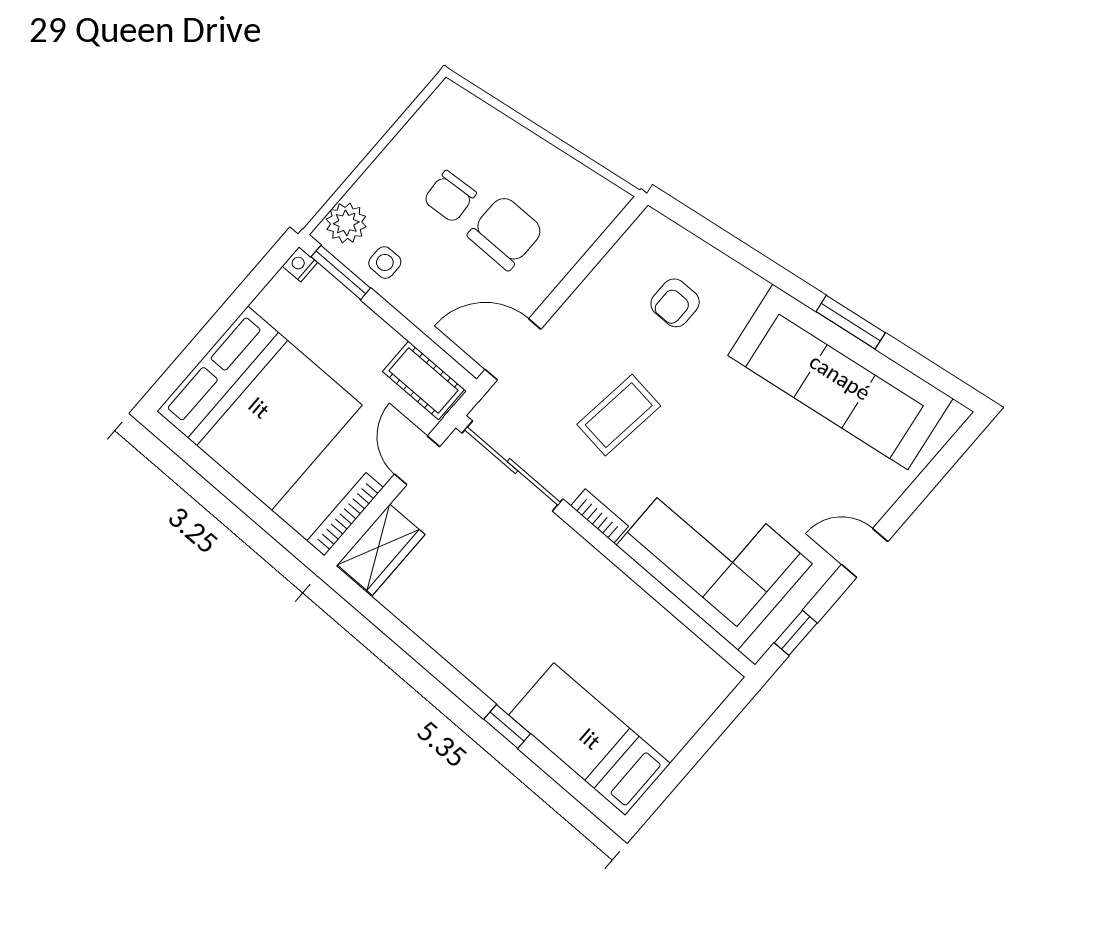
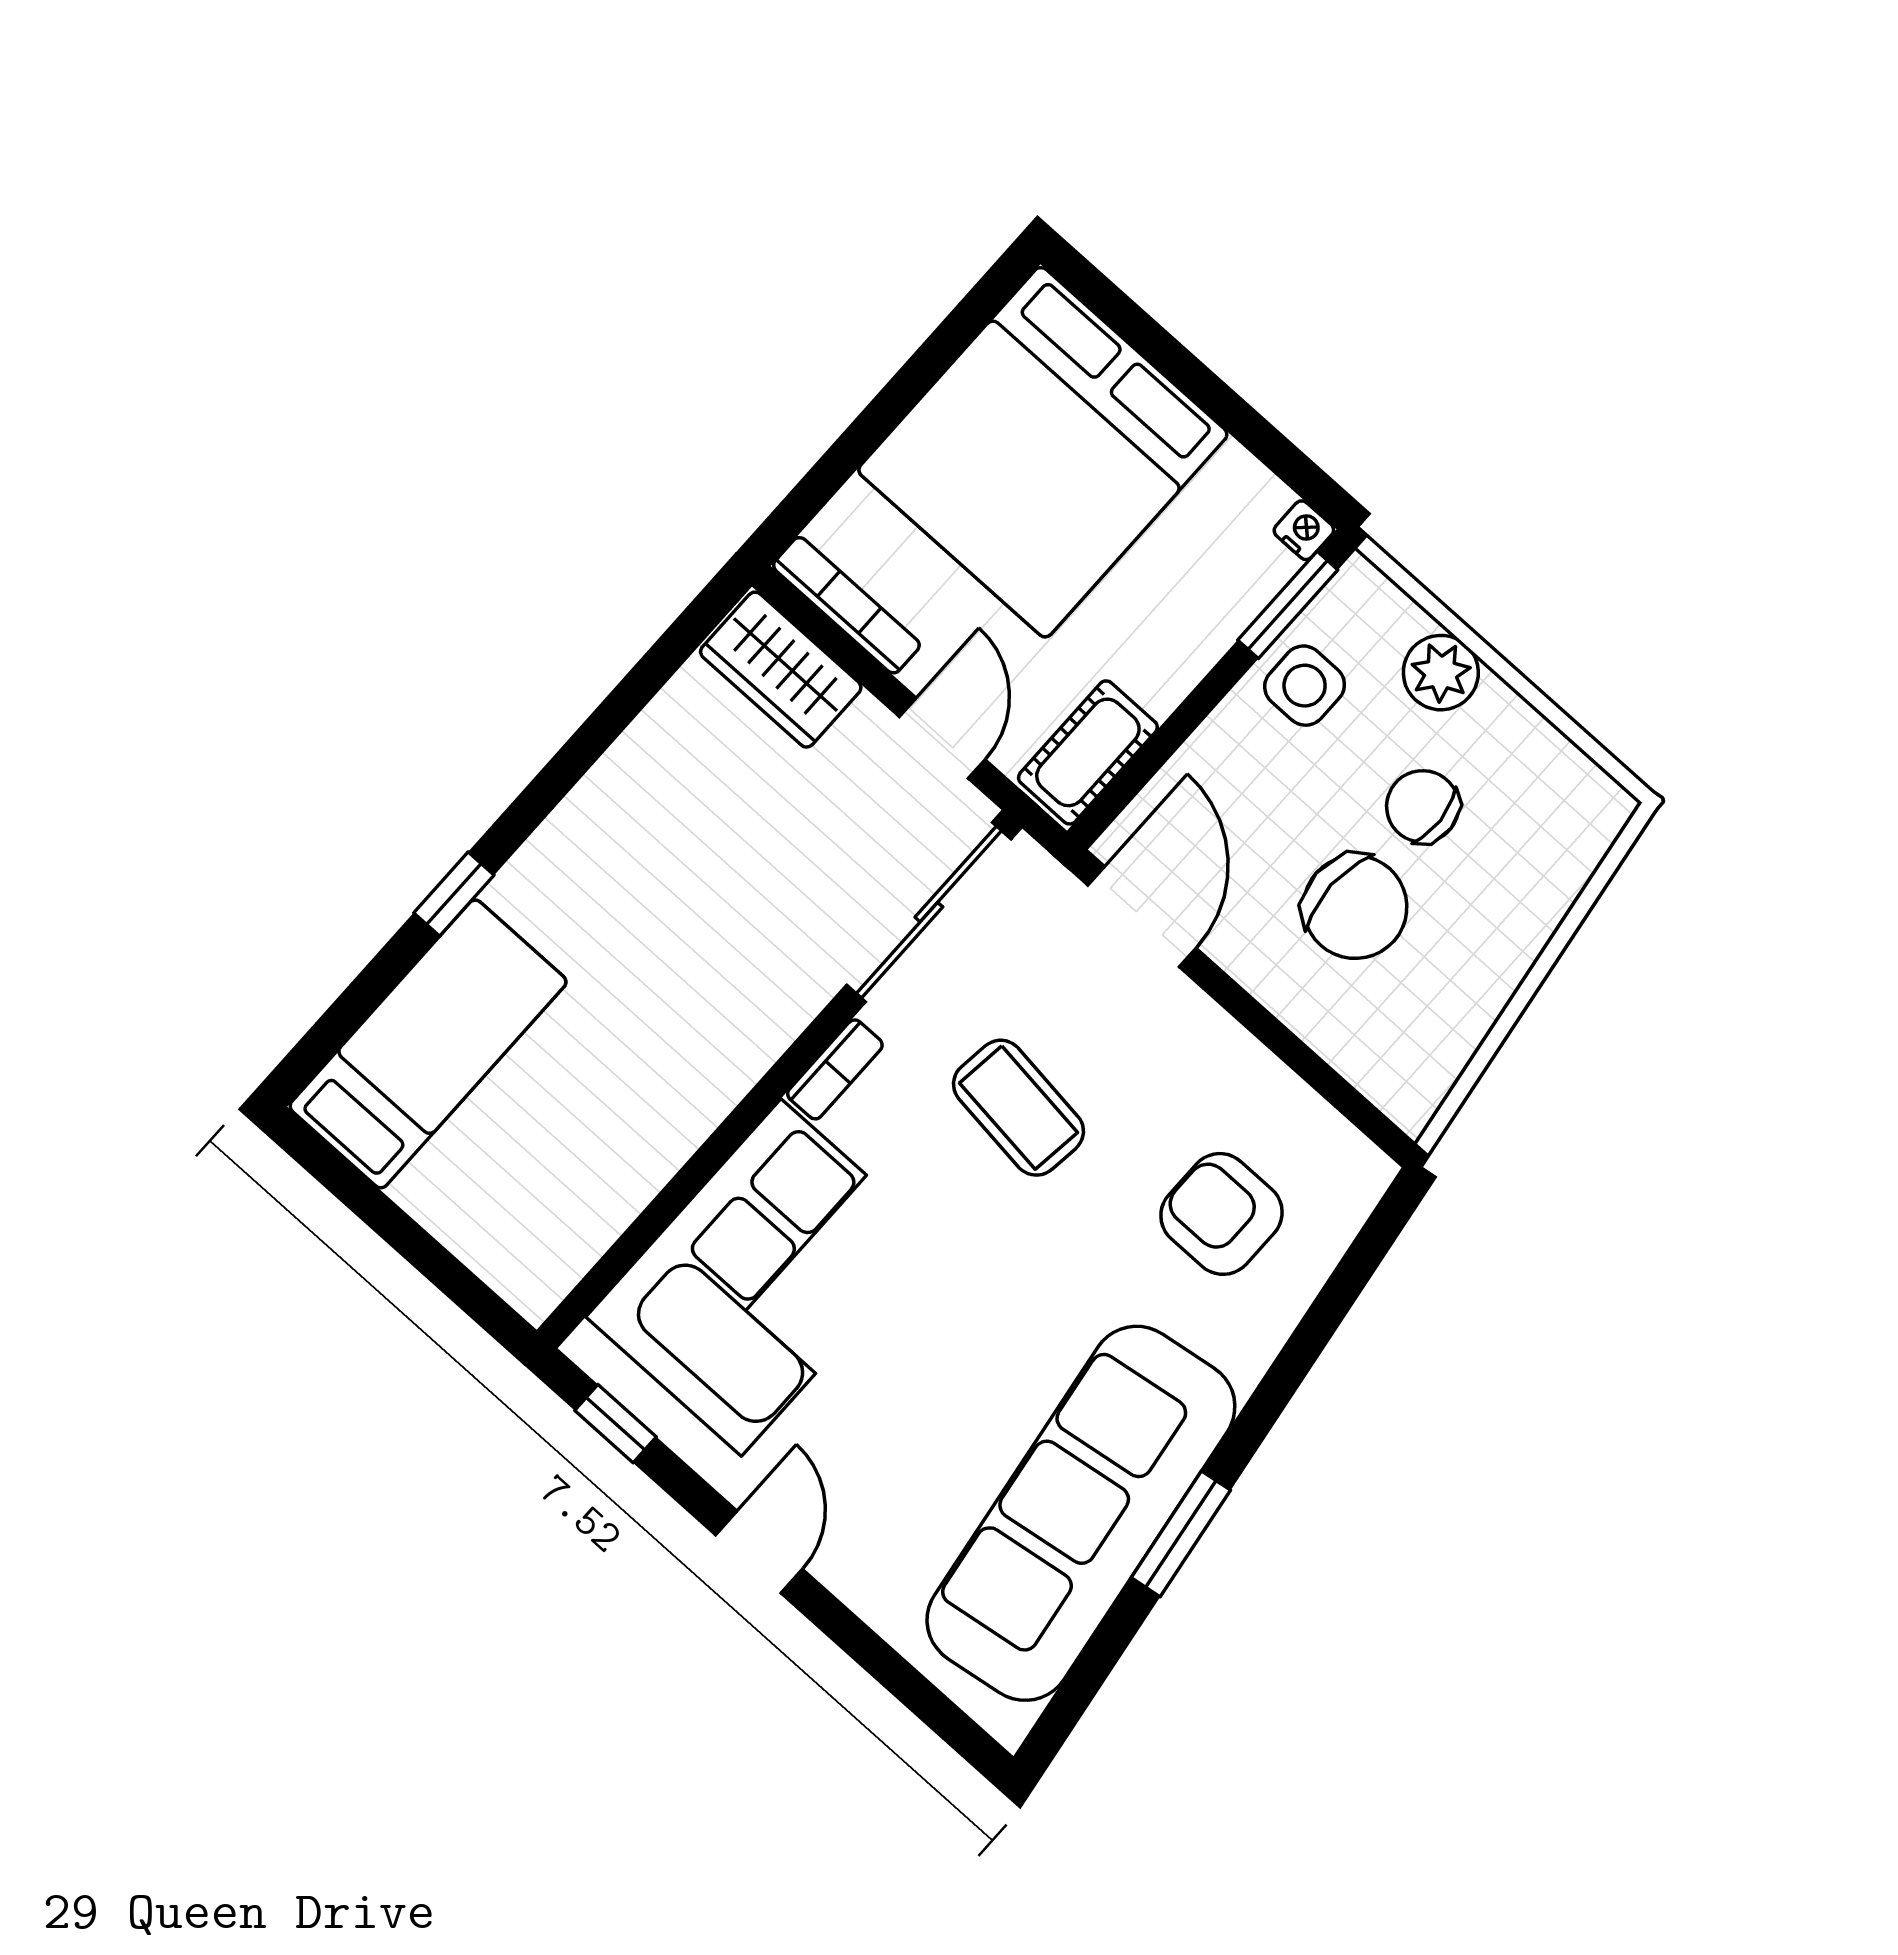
plant: (346, 223) -> (1441, 673), moved
side table: (385, 262) -> (1305, 686), width x1.37, depth x1.37
armchair: (675, 303) -> (1221, 1214), width x1.38, depth x1.38
door: (417, 460) -> (942, 738), hinge flipped

